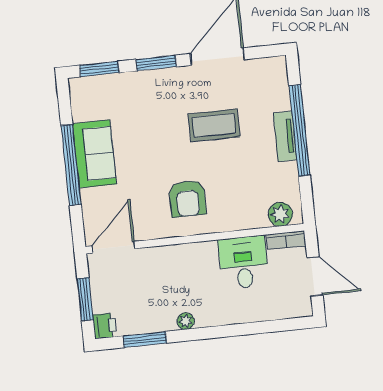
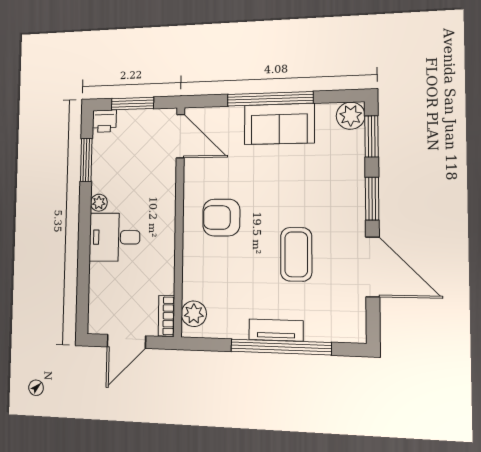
plant: (82, 89) -> (351, 116), added
desk: (243, 262) -> (115, 237), moved, turned 180

